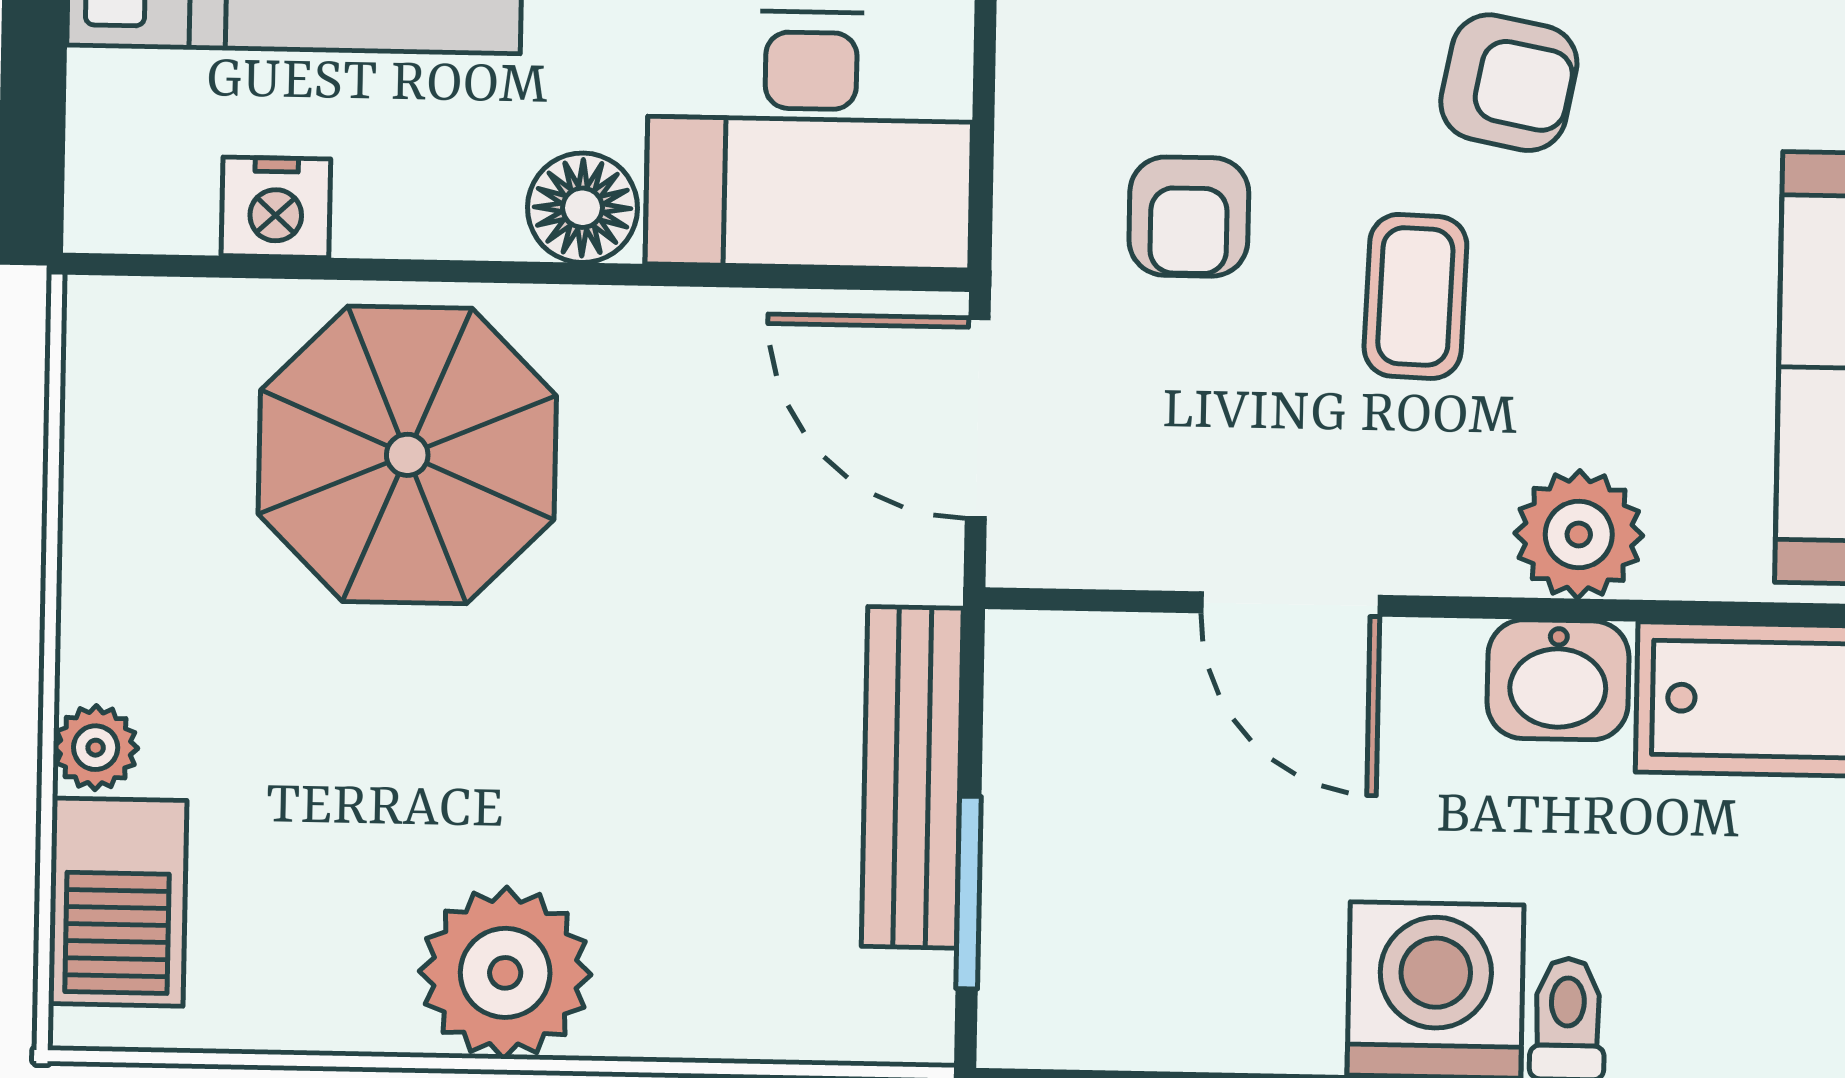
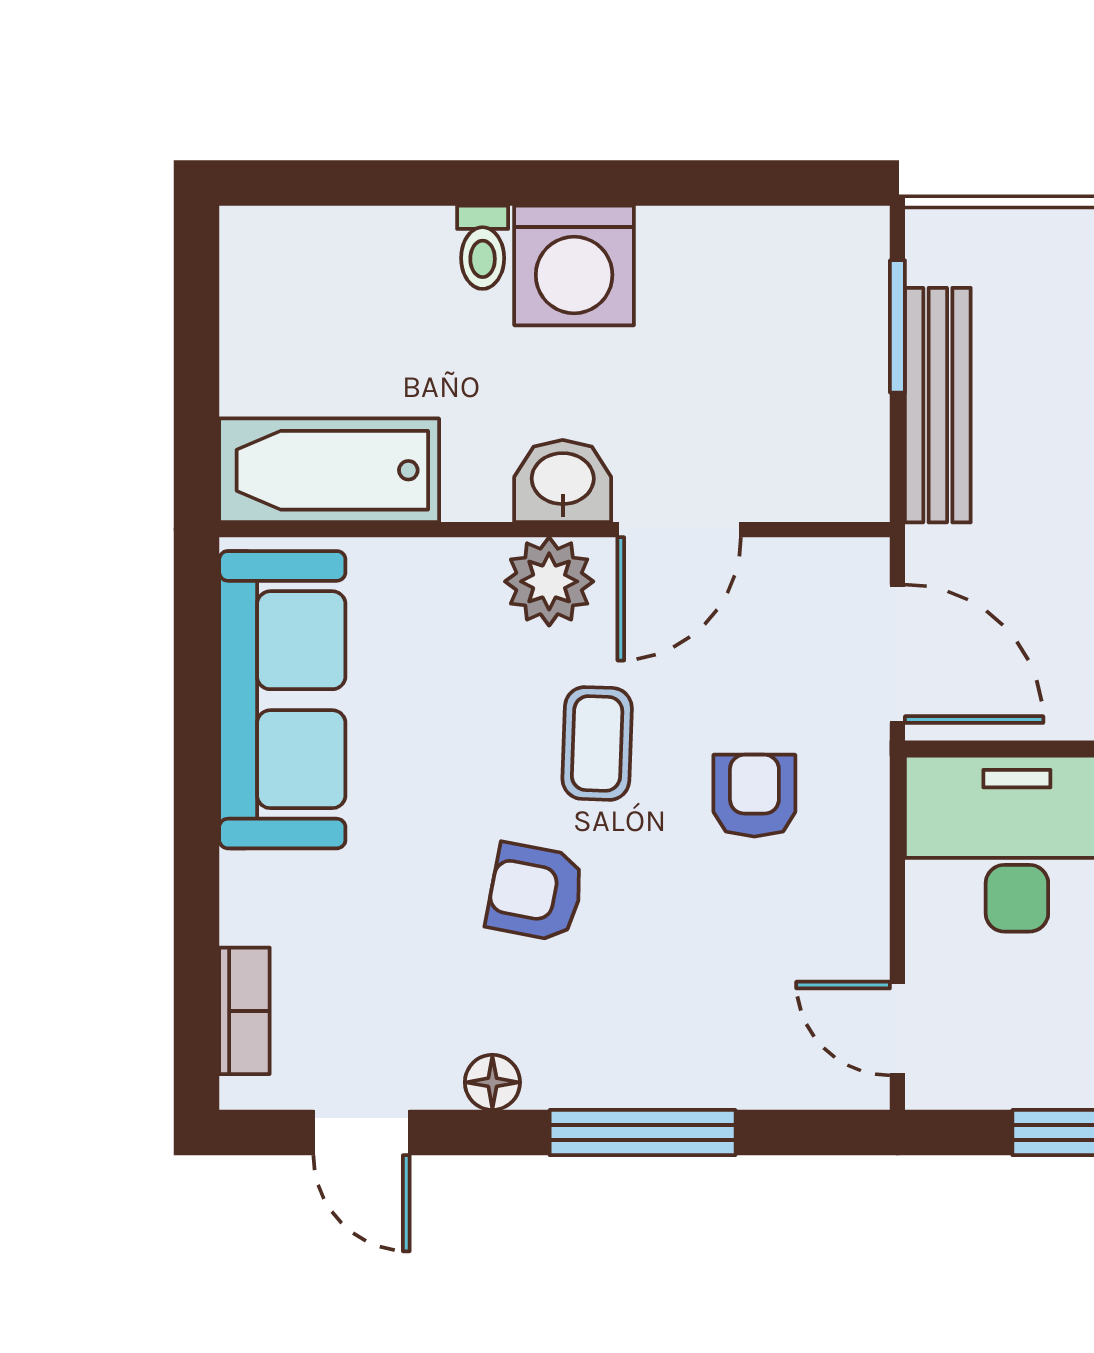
plant: (1579, 534) -> (549, 581), moved
door: (1291, 604) -> (679, 530), swing flipped
washbasin: (1558, 680) -> (563, 481), moved

